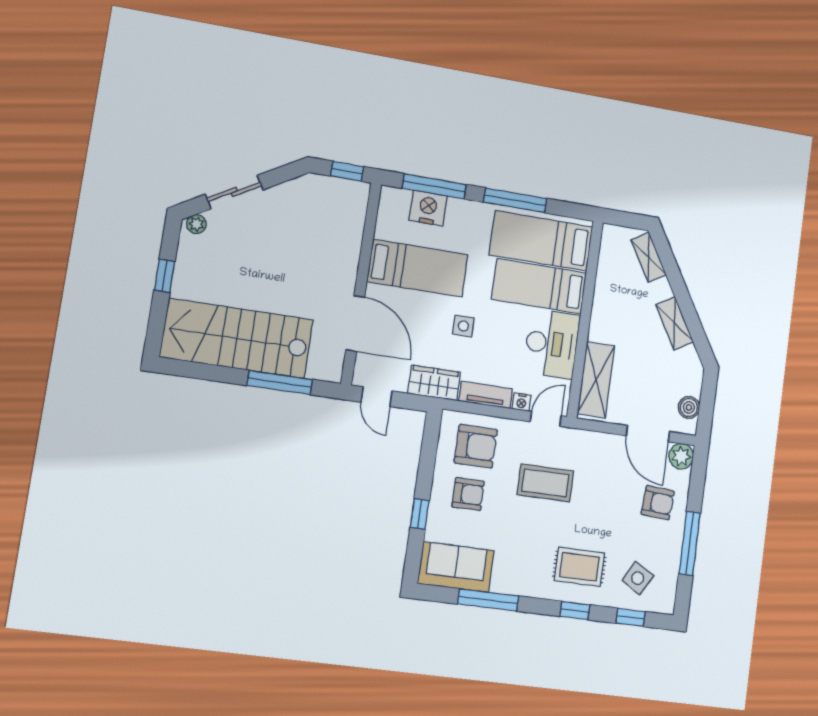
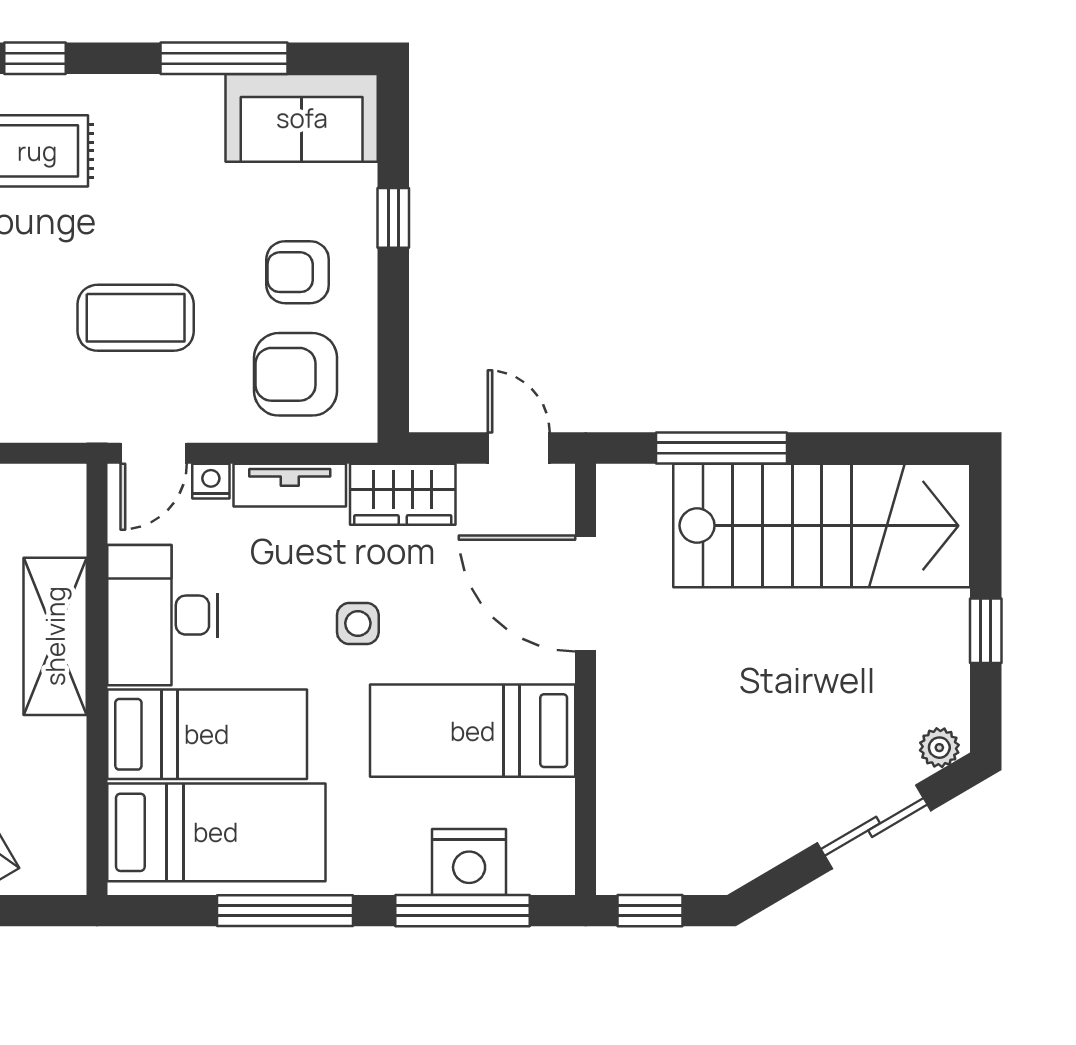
shelving: (596, 380) -> (55, 636), moved

